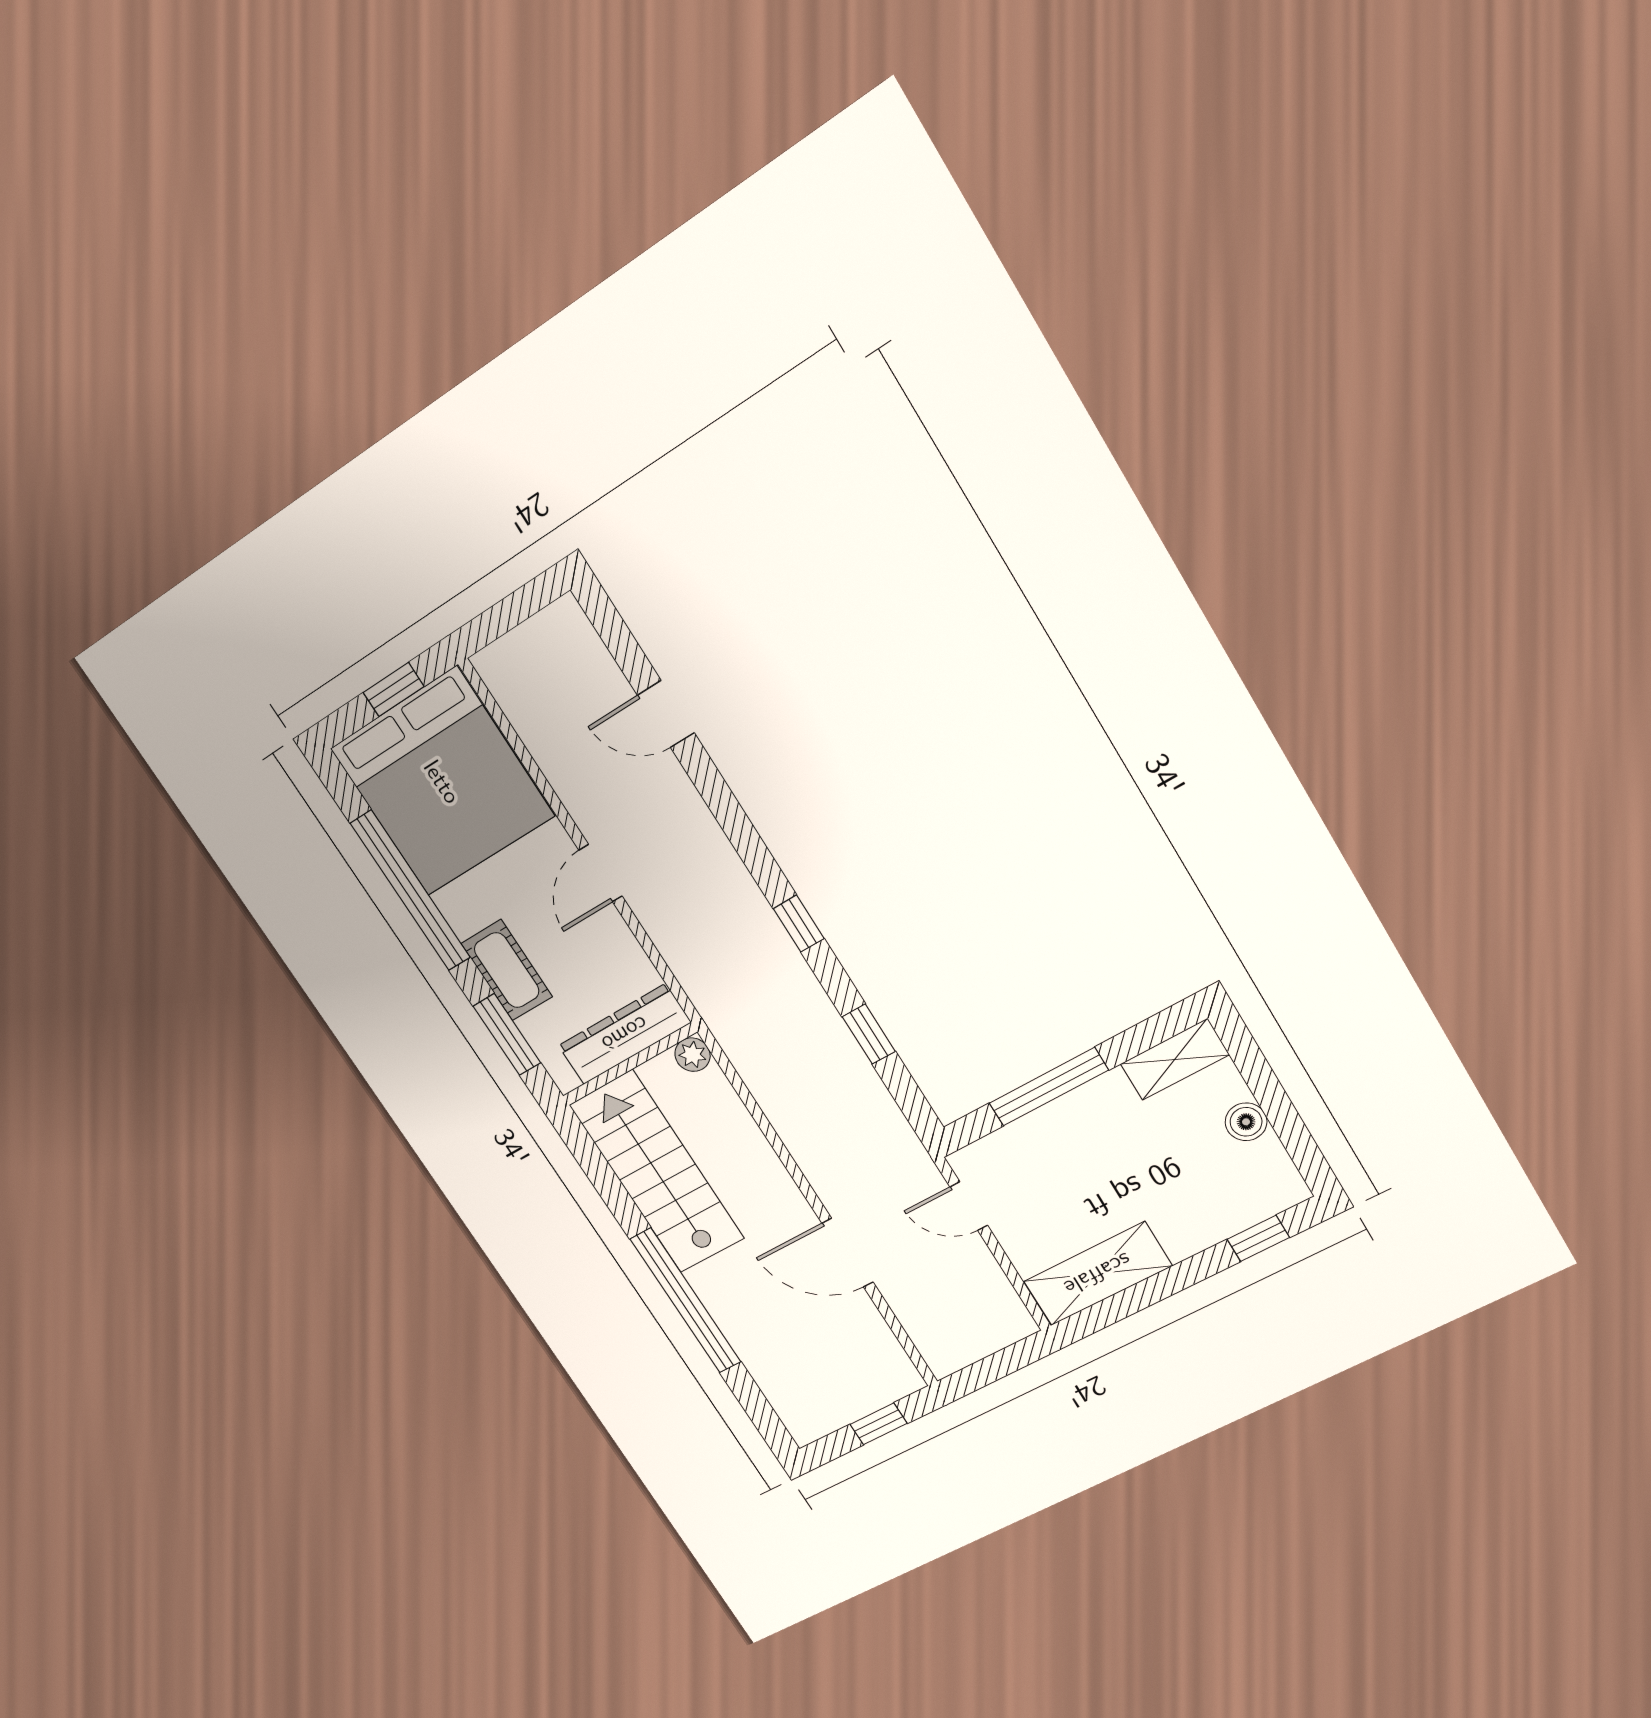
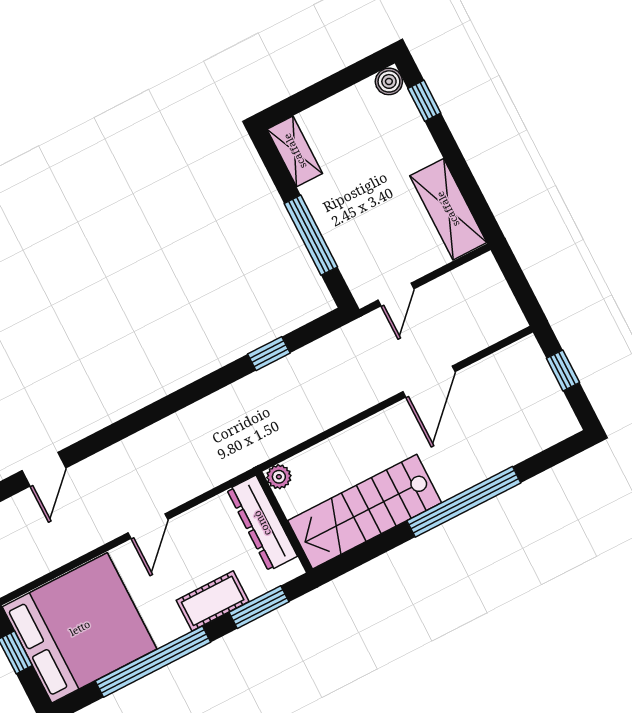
door: (601, 873) -> (148, 526), hinge flipped
window: (799, 924) -> (190, 394), removed
boiler: (1246, 1122) -> (389, 81), moved

